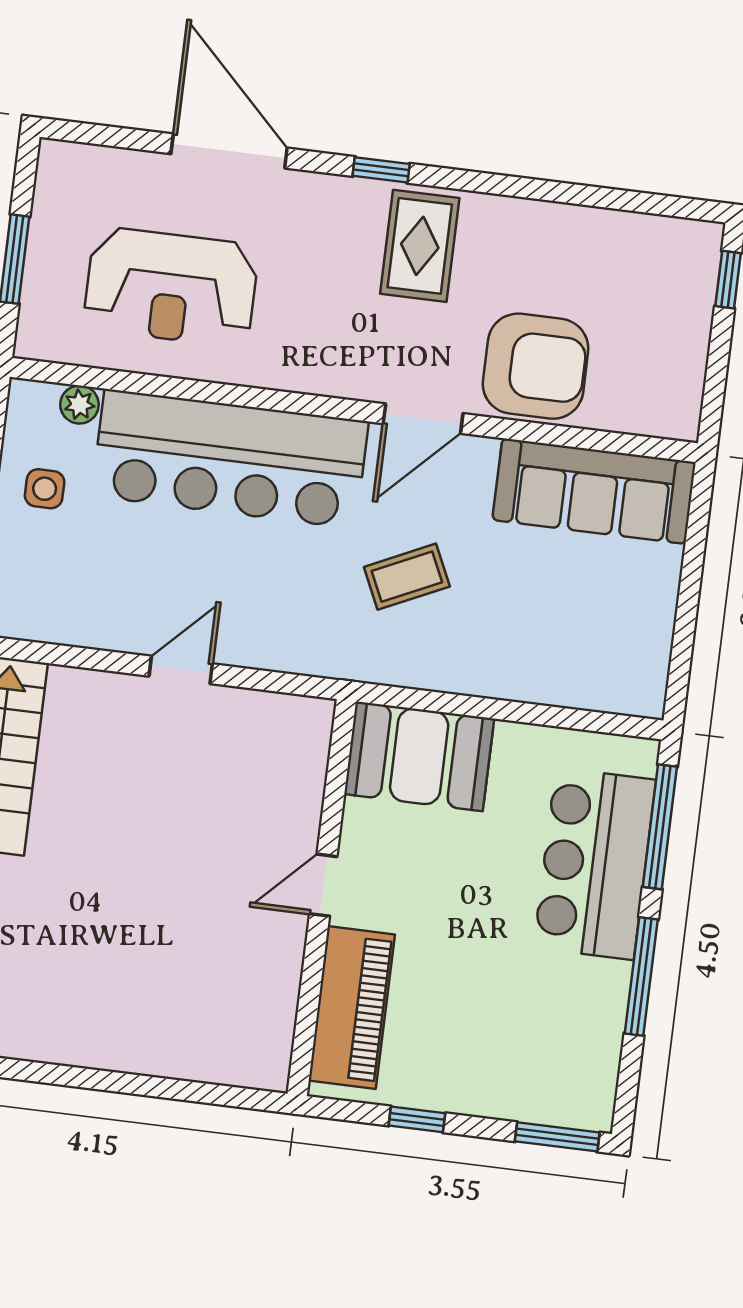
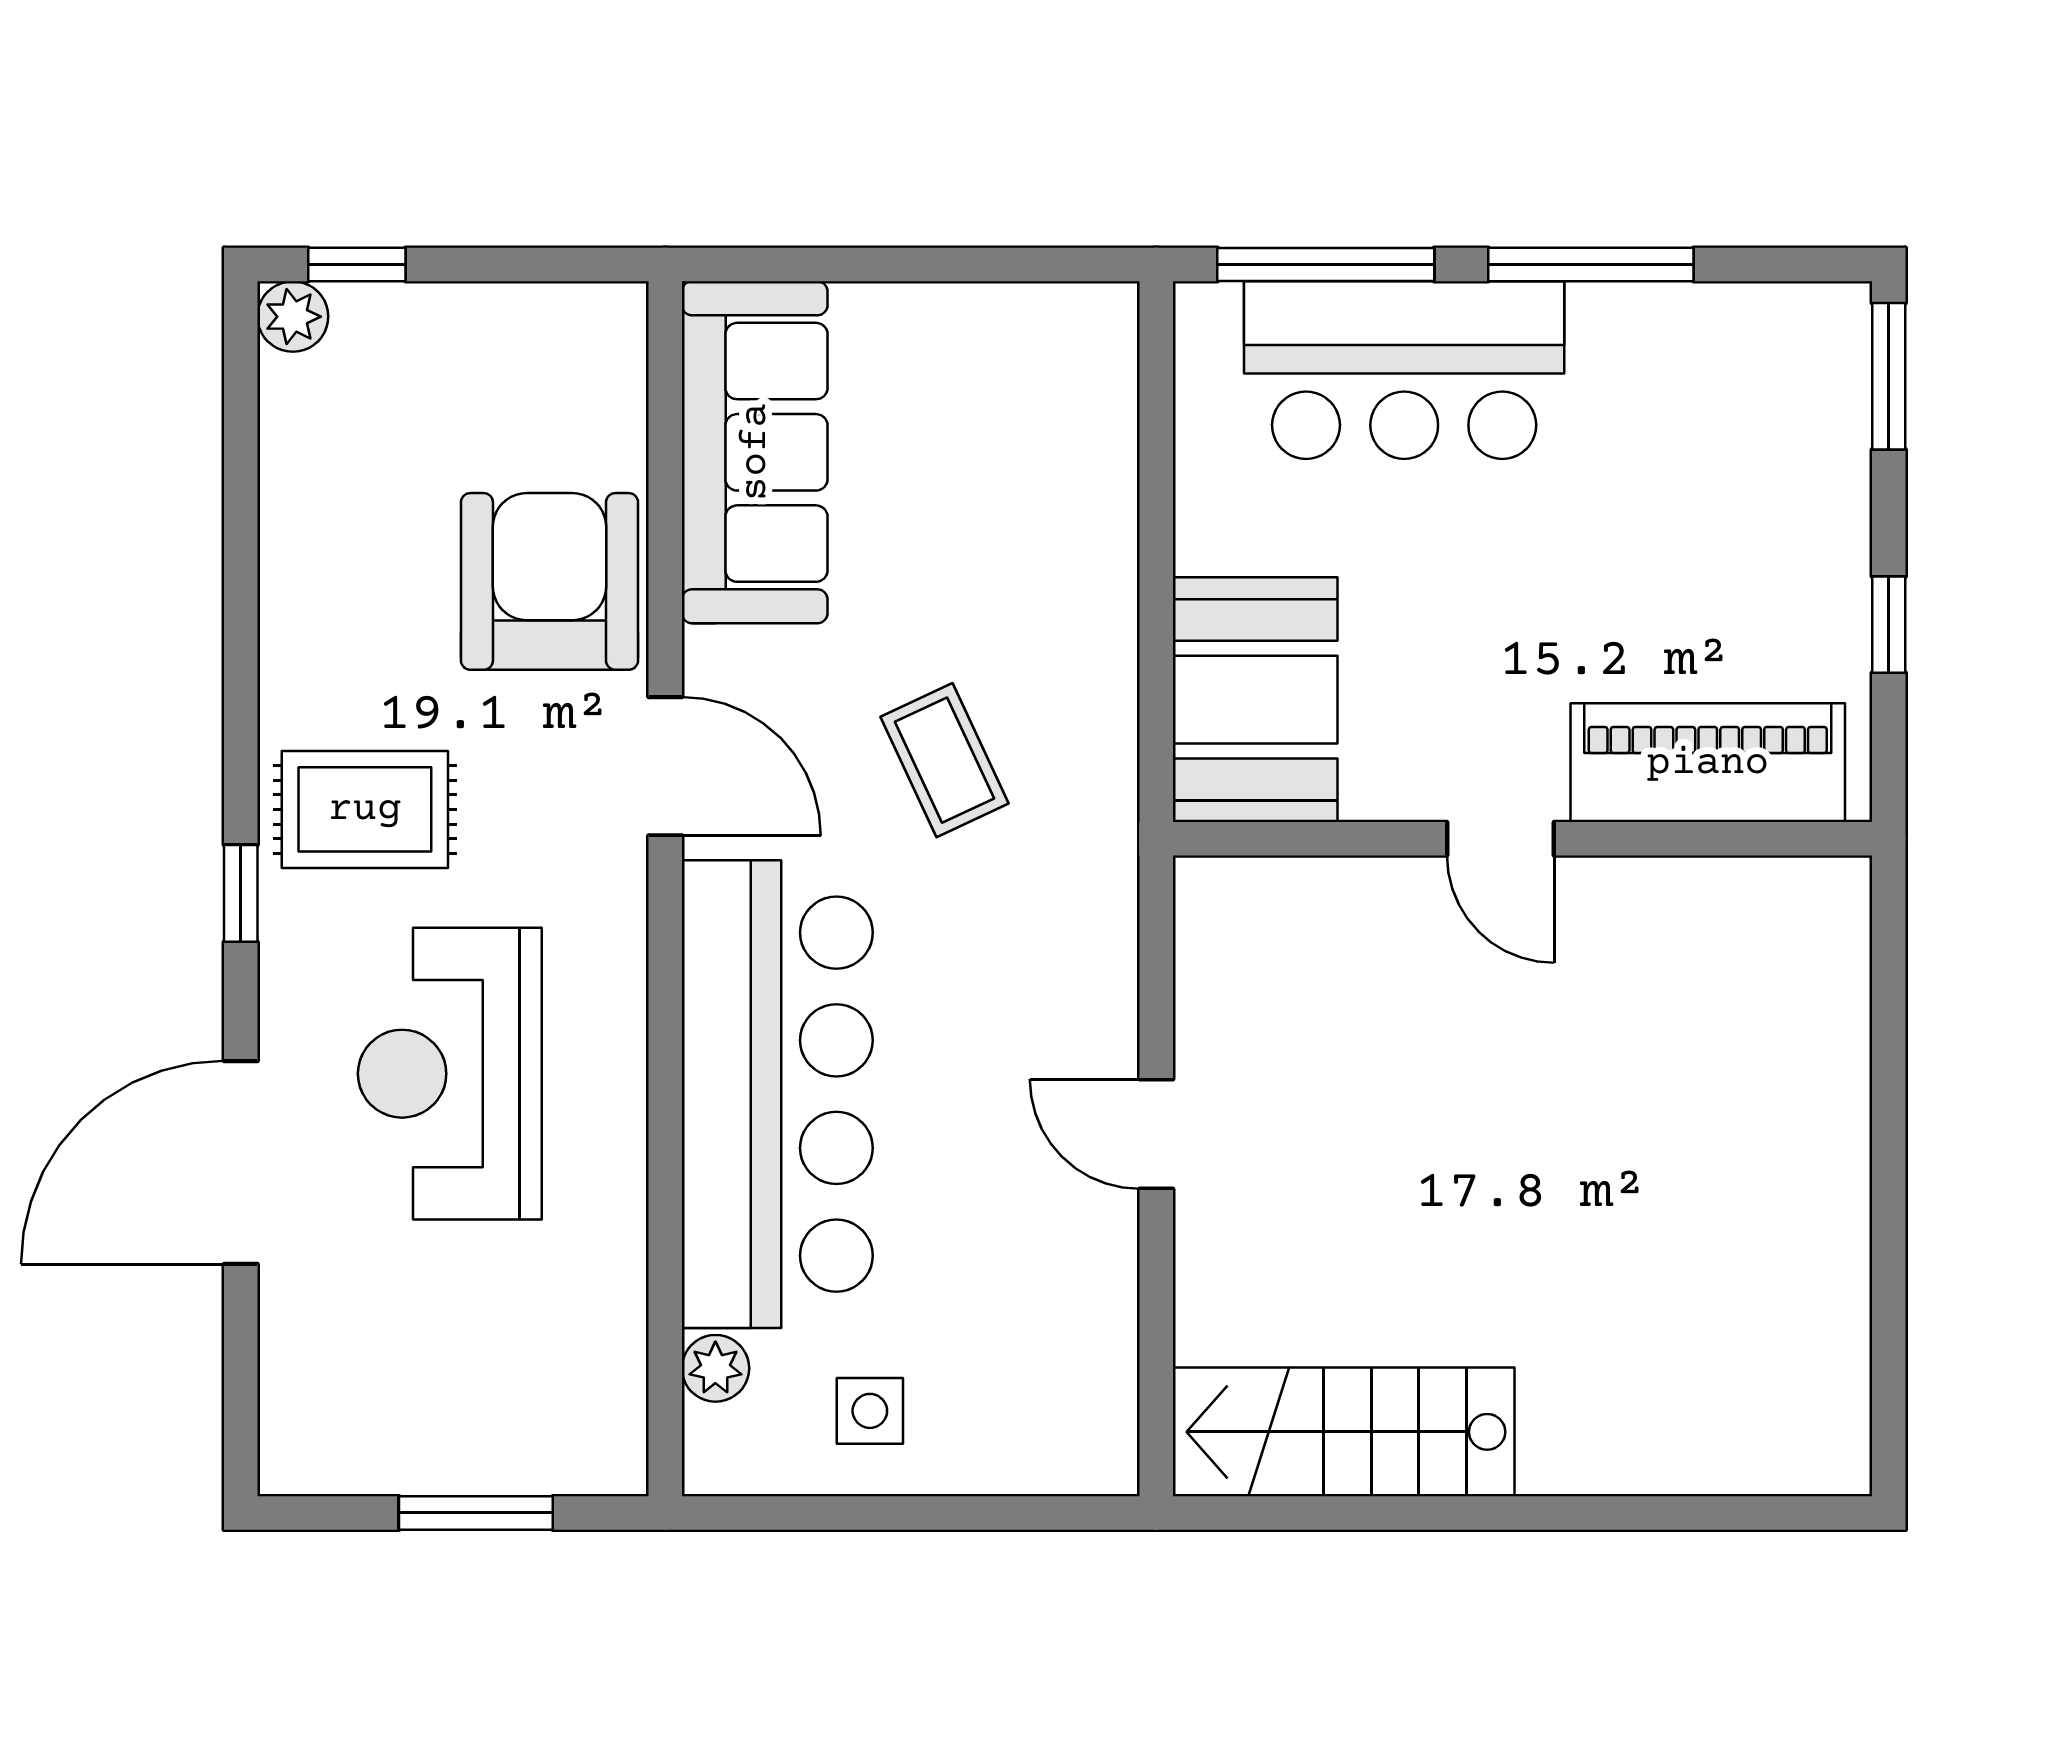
plant: (703, 240) -> (293, 317), added
reception desk: (171, 287) -> (450, 1074), moved, turned 180

